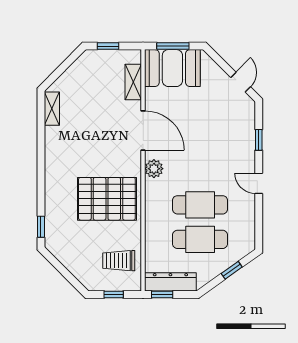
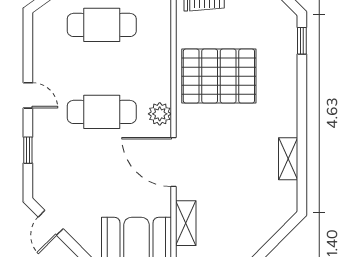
shelving: (52, 109) -> (288, 159), moved
cafe table: (200, 205) -> (102, 112), moved

